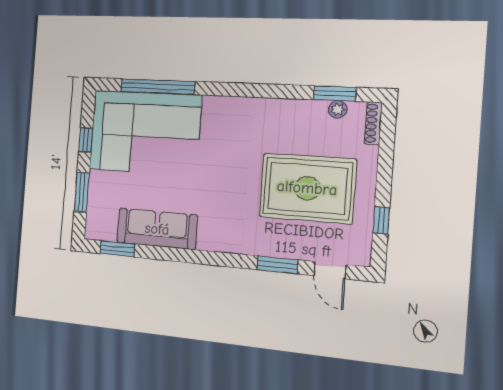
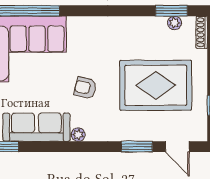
armchair: (219, 185) -> (85, 88), added
plant: (206, 242) -> (78, 135), added

